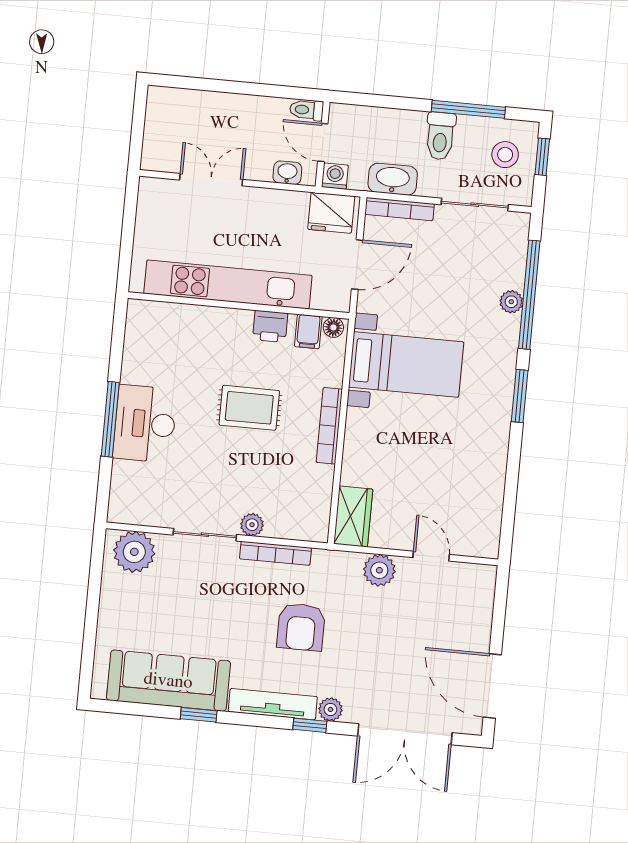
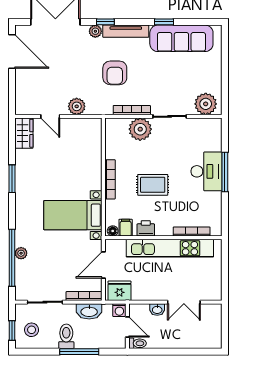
window: (468, 109) -> (79, 352), moved
washbasin: (287, 173) -> (157, 310), moved
bookcase: (184, 312) -> (192, 232), added
window: (520, 396) -> (12, 179), moved
wardrobe: (353, 517) -> (24, 133), moved, turned 180
plant: (252, 525) -> (140, 129), width x1.88, depth x1.88
armchair: (301, 627) -> (115, 73), turned 180

